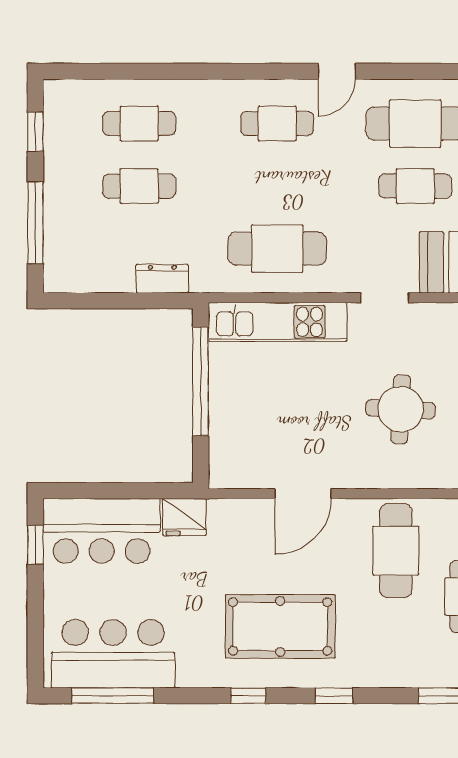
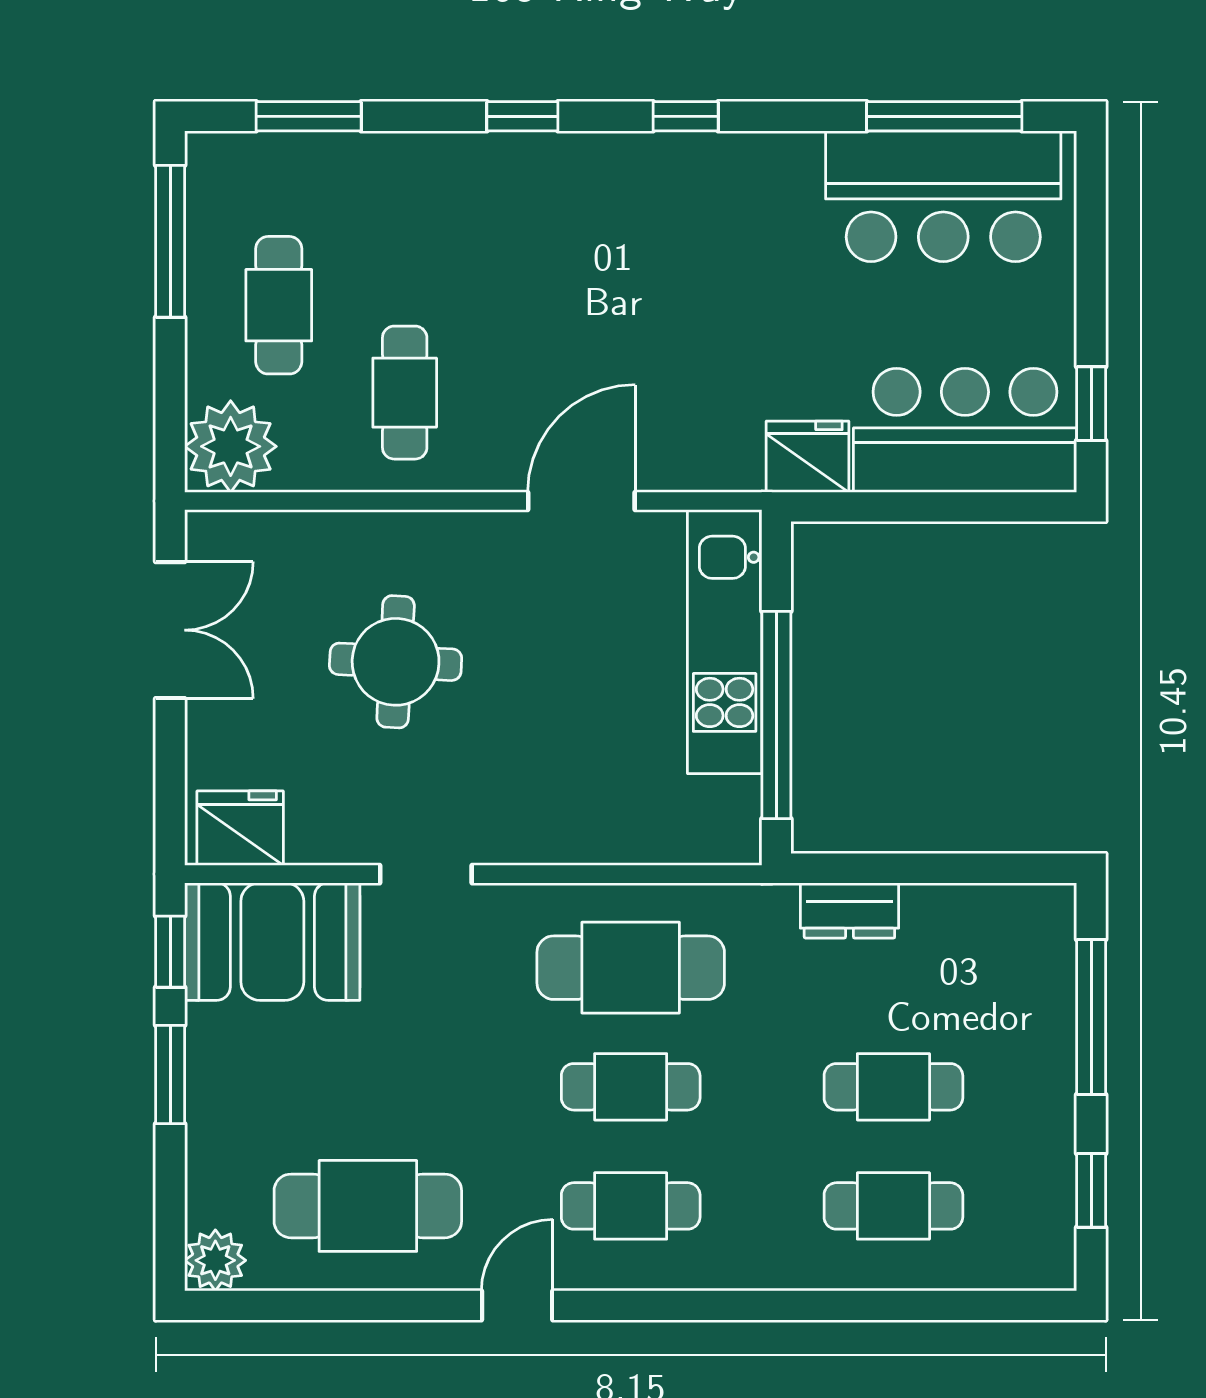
cafe table: (415, 186) -> (631, 1087), moved
kitchen unit: (278, 322) -> (725, 642), moved, turned -90
cafe table: (396, 551) -> (405, 393), width x0.73, depth x0.74
pool table: (280, 626) -> (625, 248), removed

